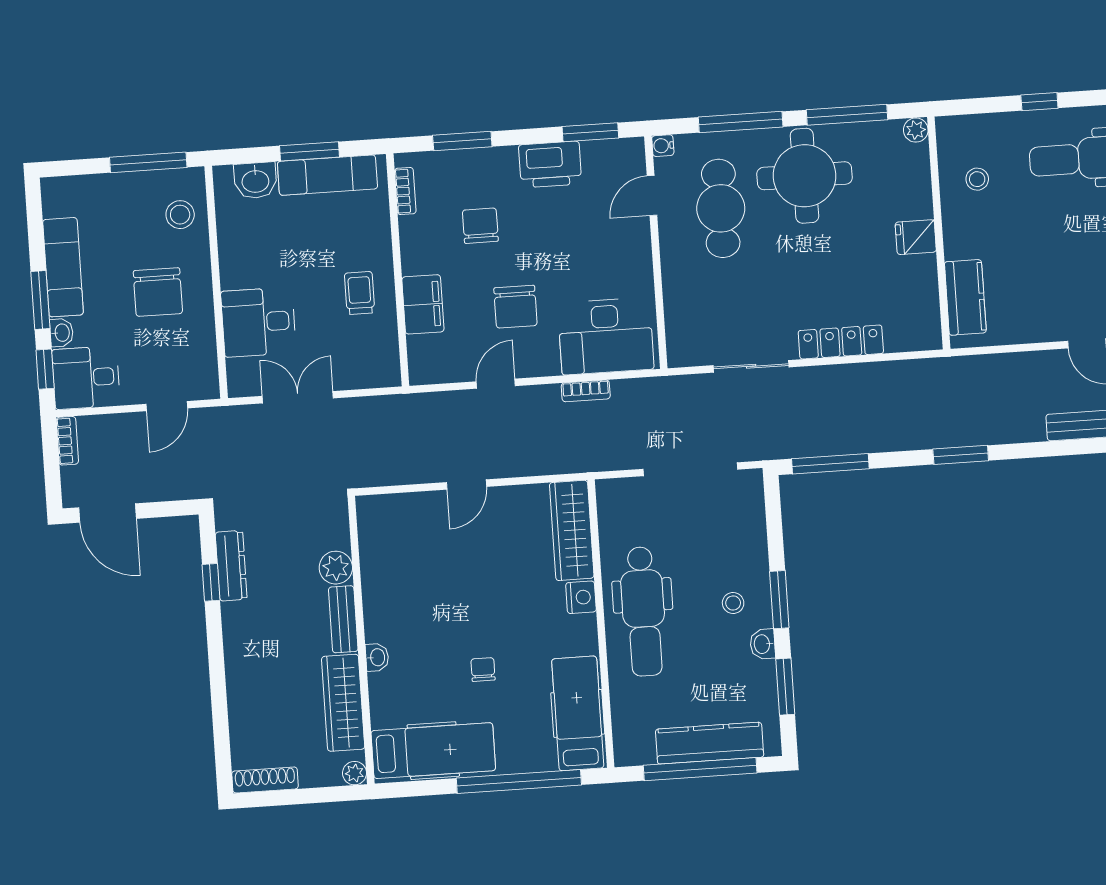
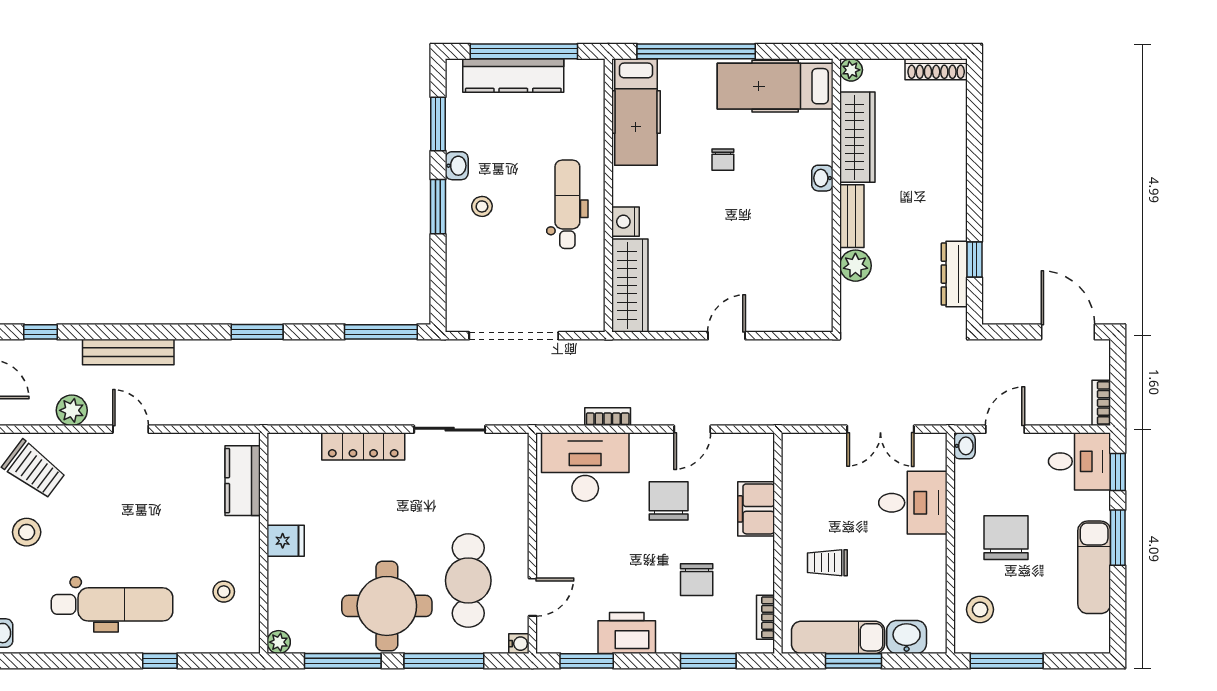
trolley: (360, 293) -> (827, 563), moved, turned 90
washbasin: (62, 333) -> (964, 446), moved, turned 180
dental chair: (643, 611) -> (567, 204), width x0.73, depth x0.72

